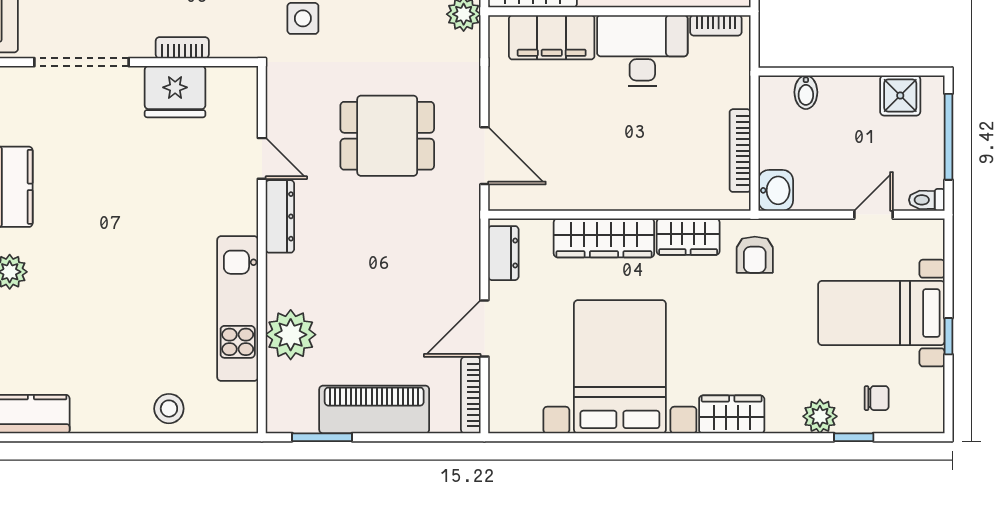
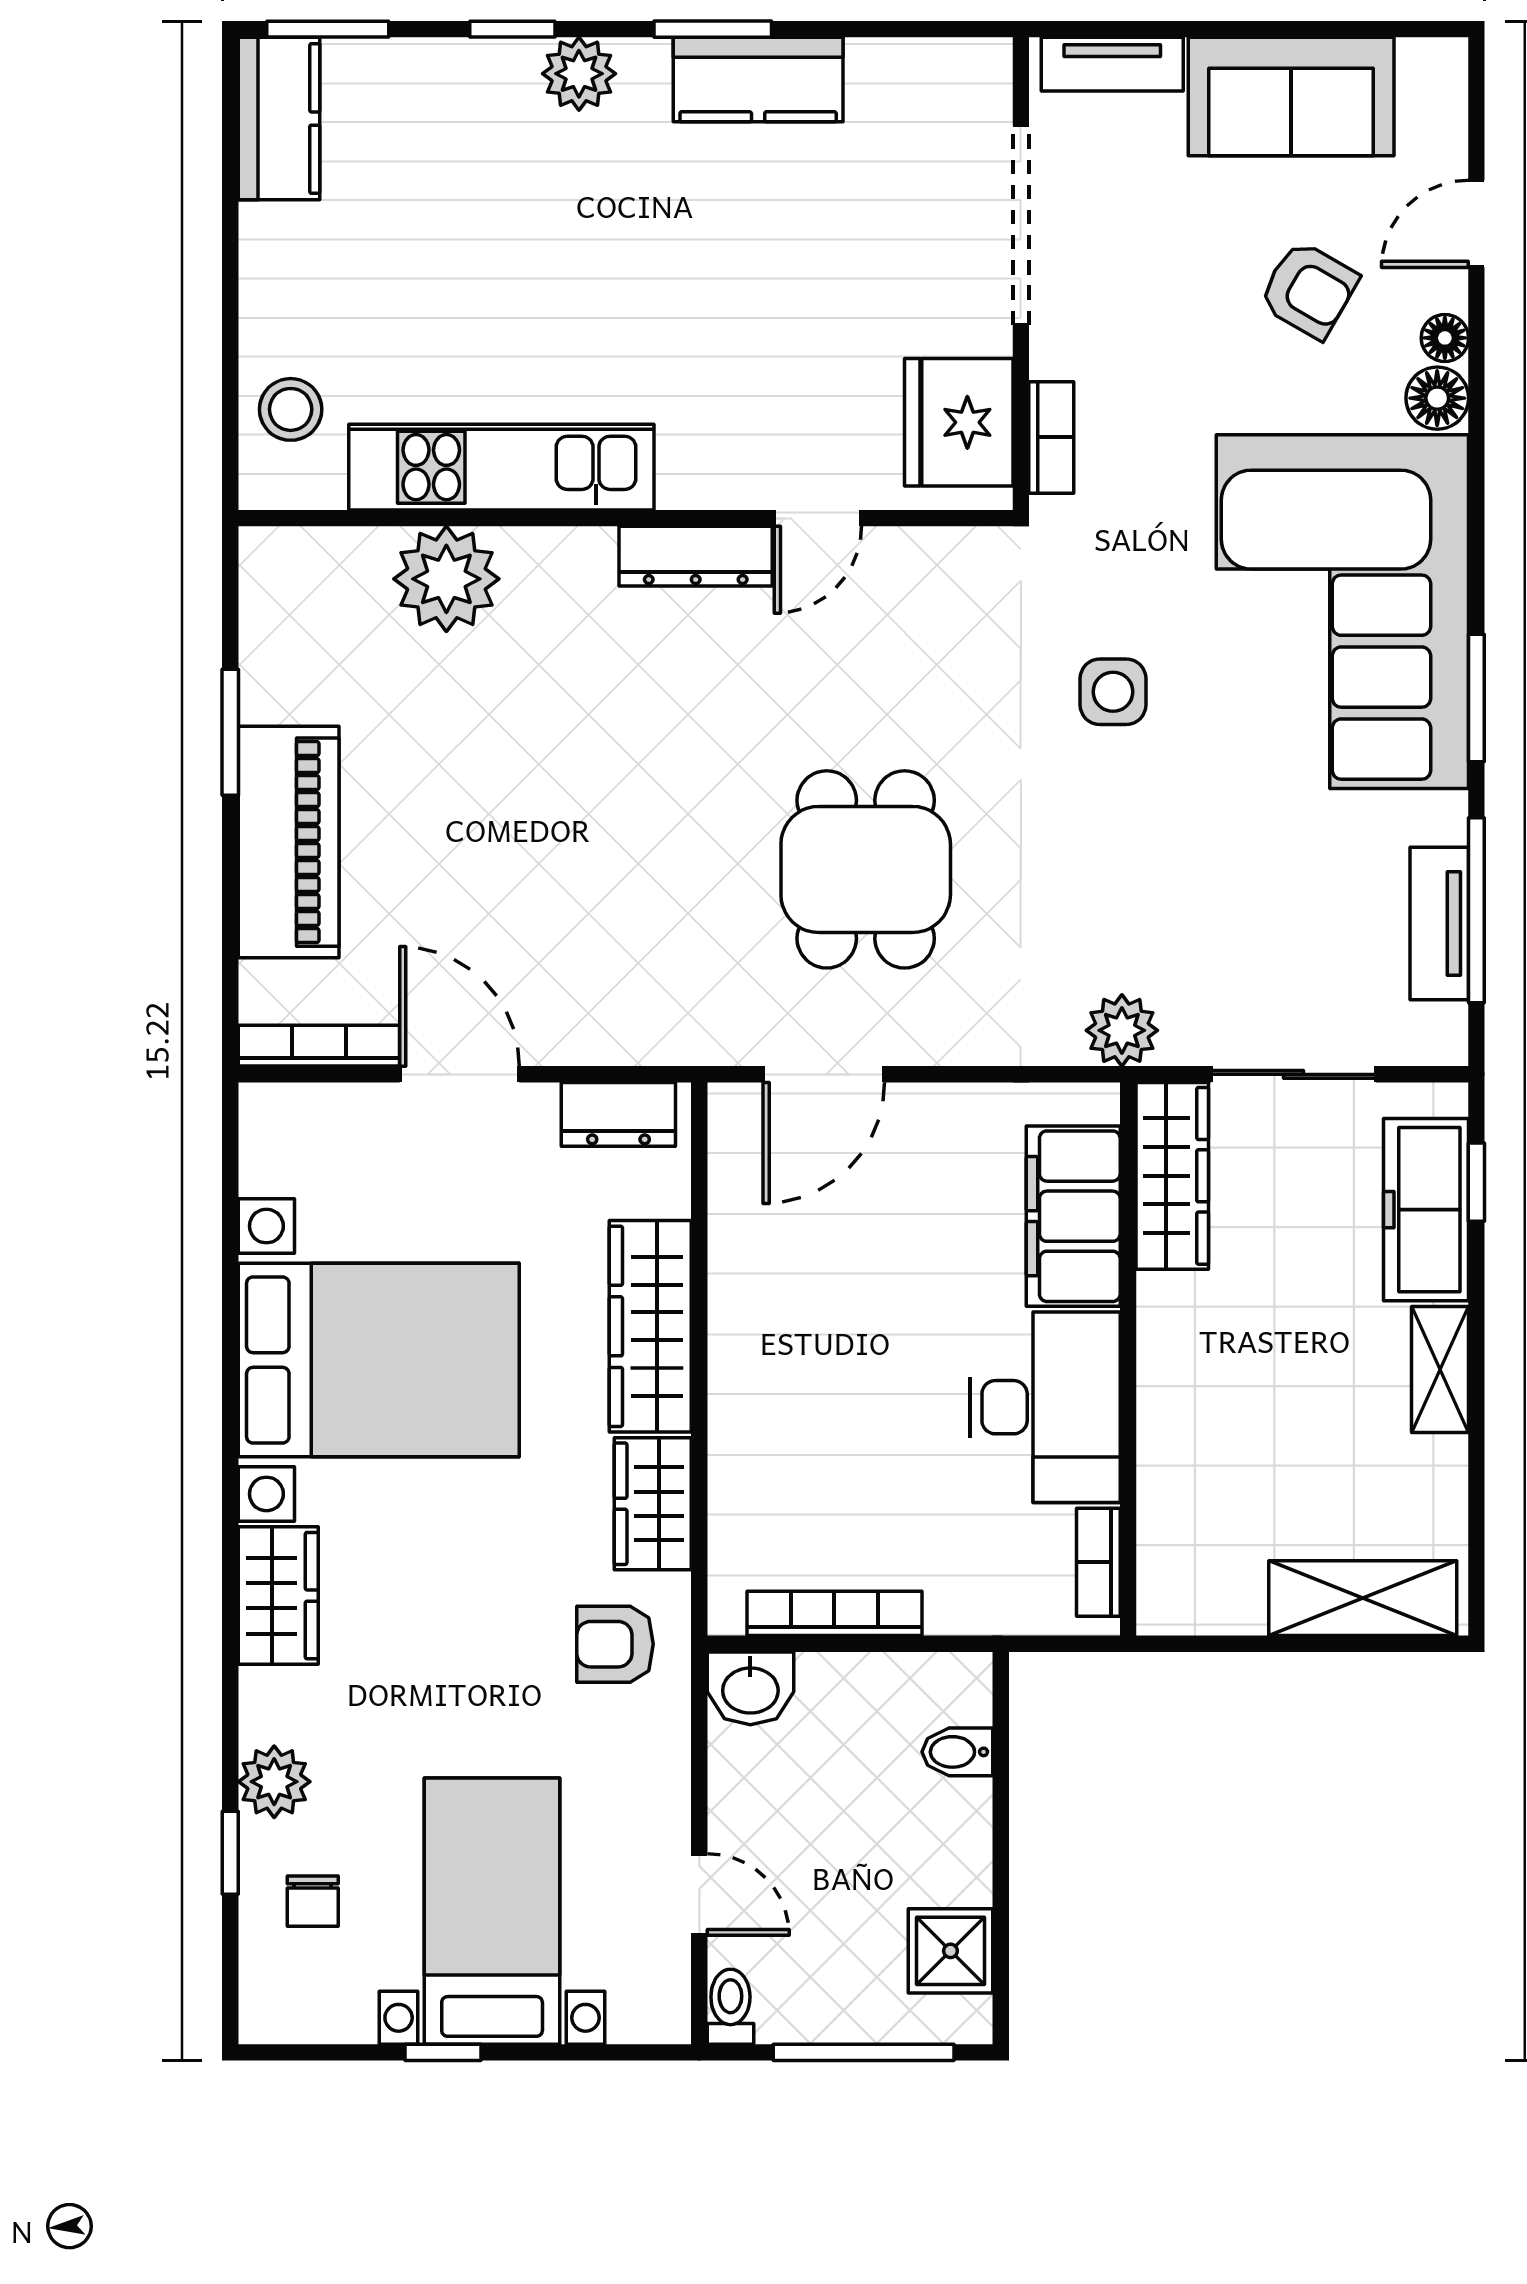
door: (262, 158) -> (818, 518), moved
dresser: (280, 216) -> (696, 556), moved
wall: (262, 250) -> (626, 518), moved
kitchen unit: (238, 309) -> (501, 467), moved
plant: (291, 335) -> (446, 579), moved

